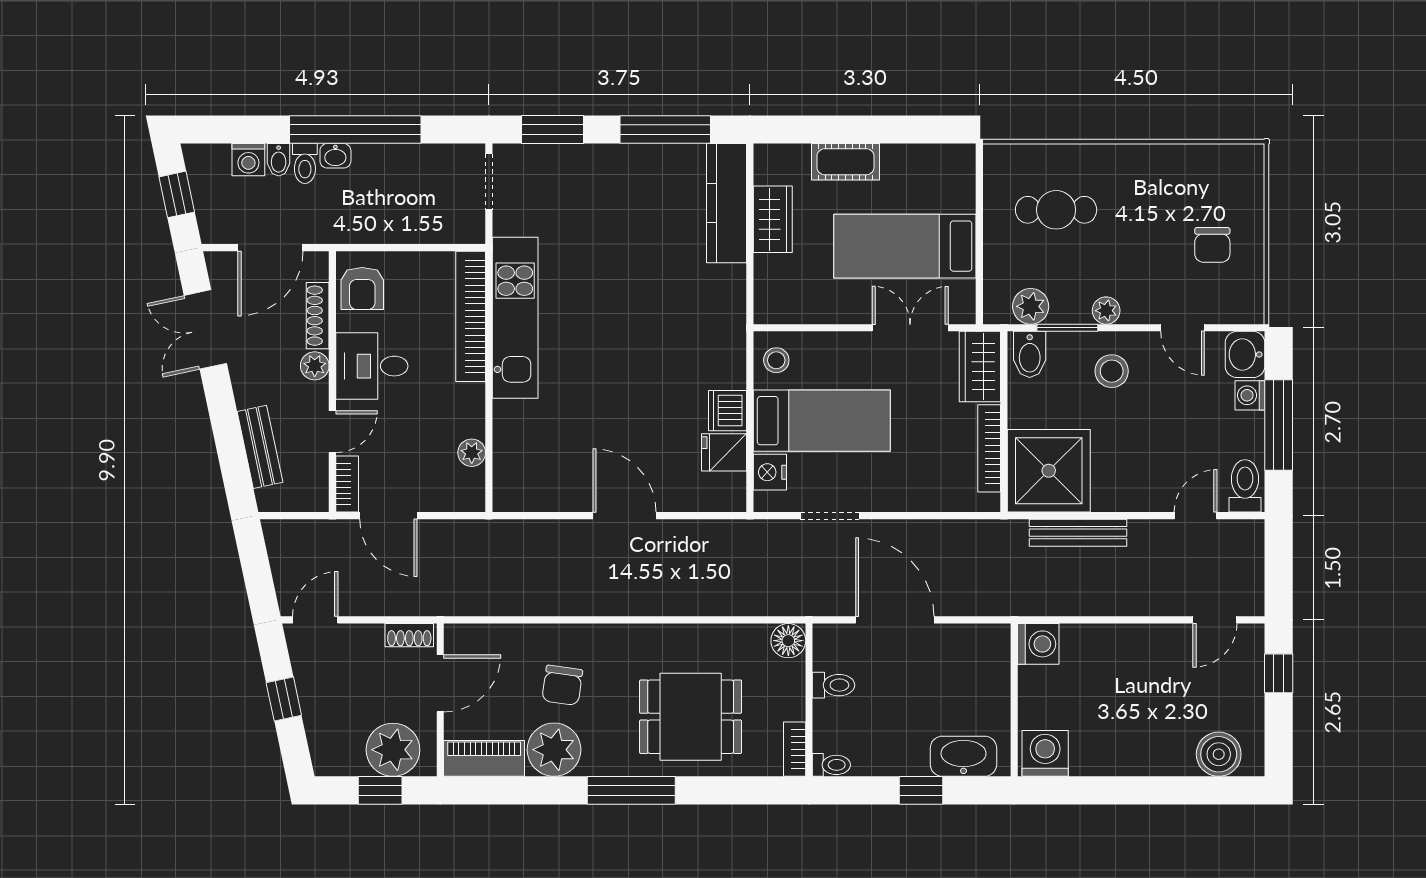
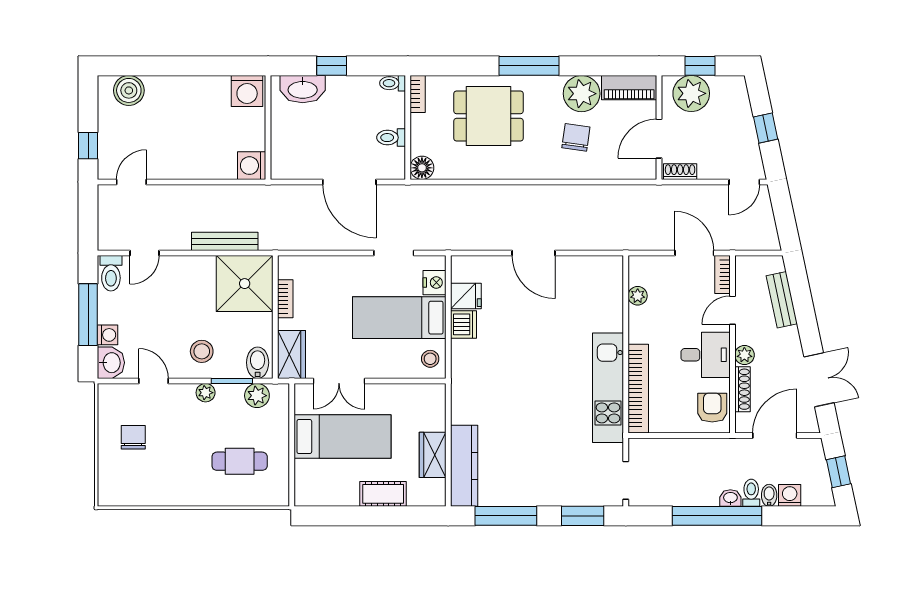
bookcase: (989, 448) -> (285, 299), width x0.64

